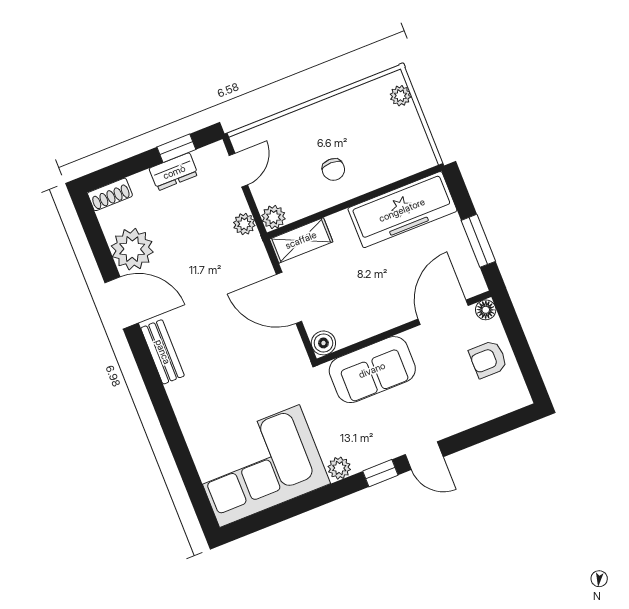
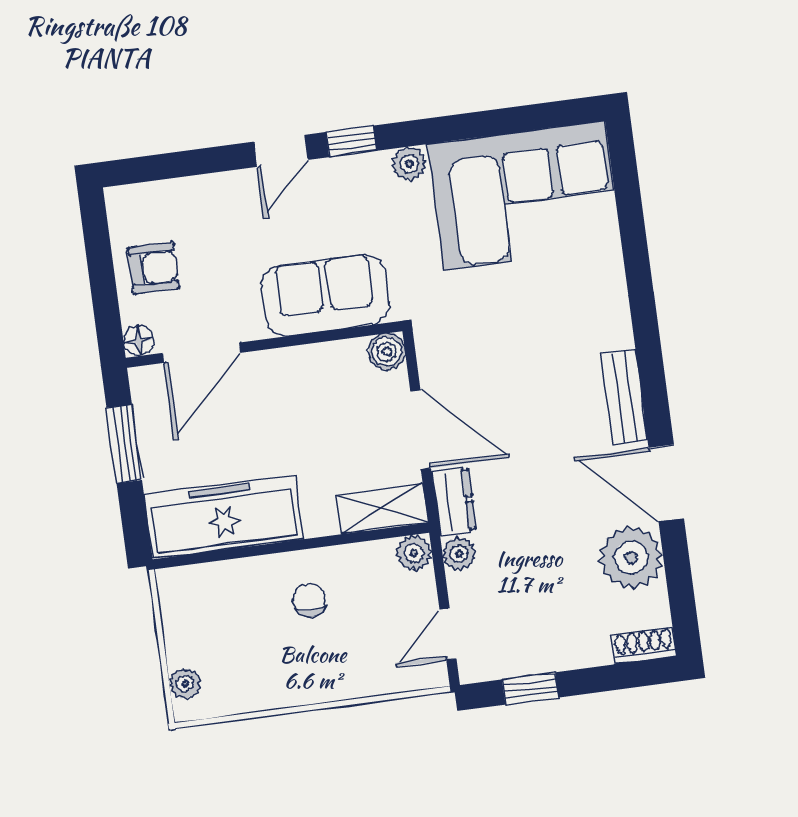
dresser: (174, 172) -> (454, 501), moved, turned 90
door: (424, 456) -> (281, 151), swing flipped

